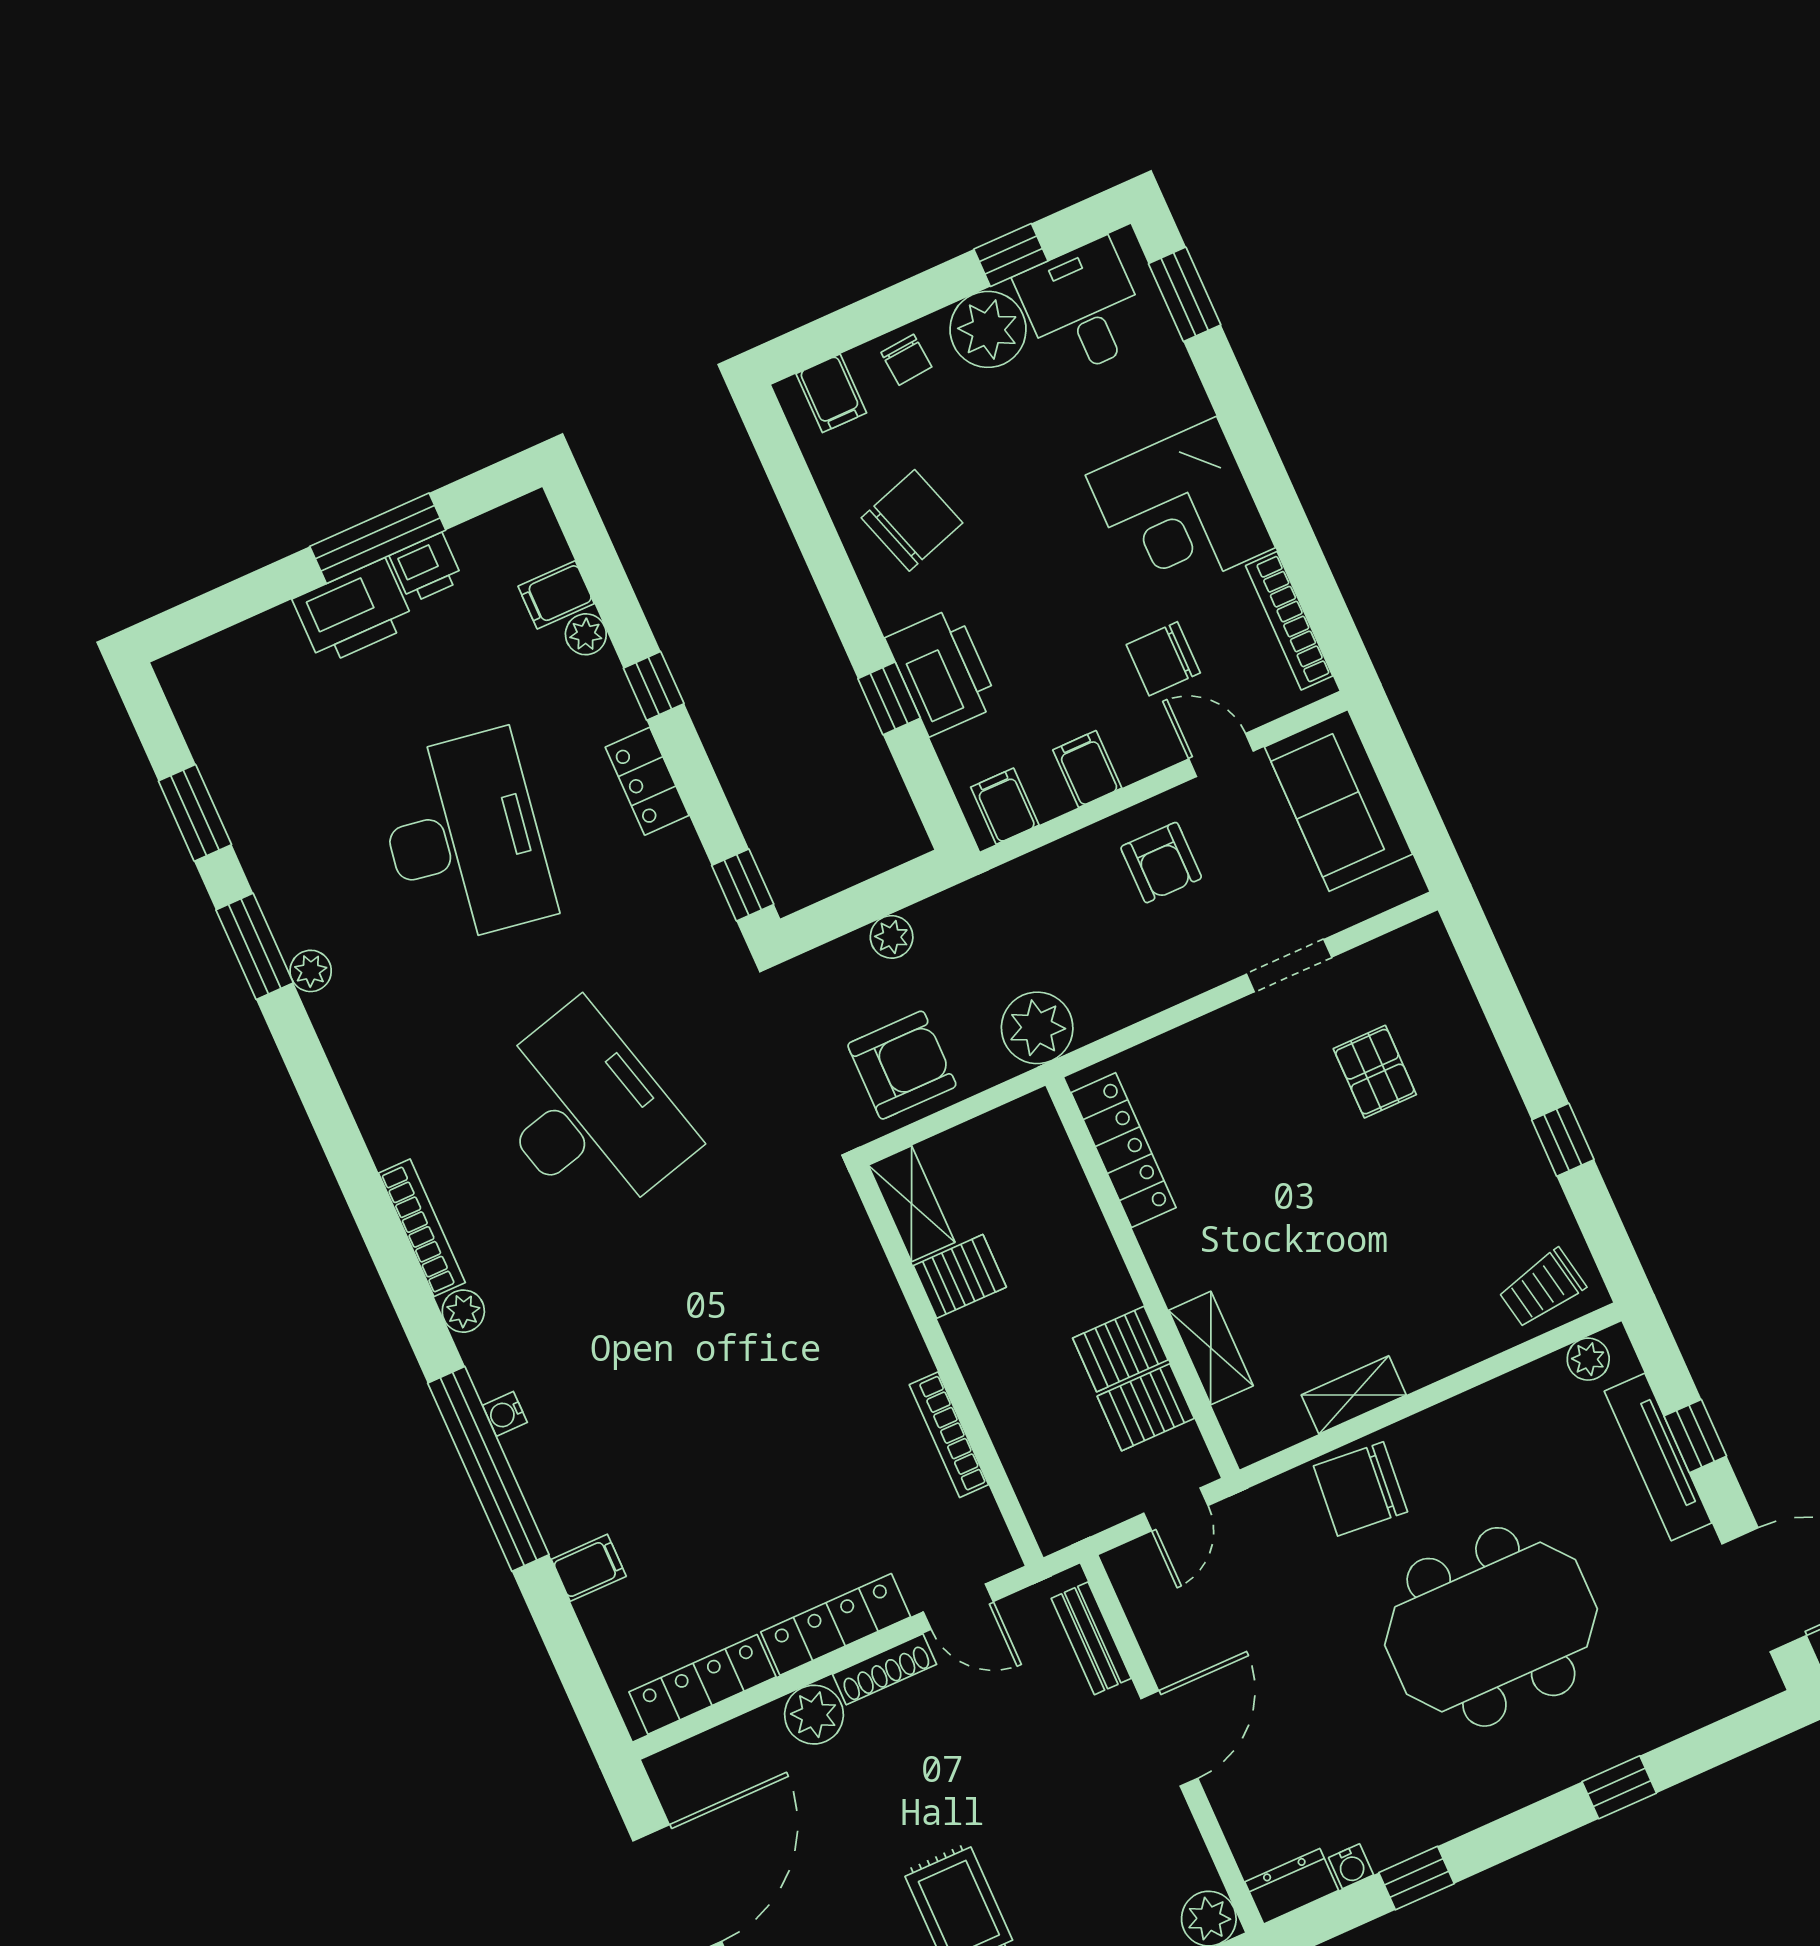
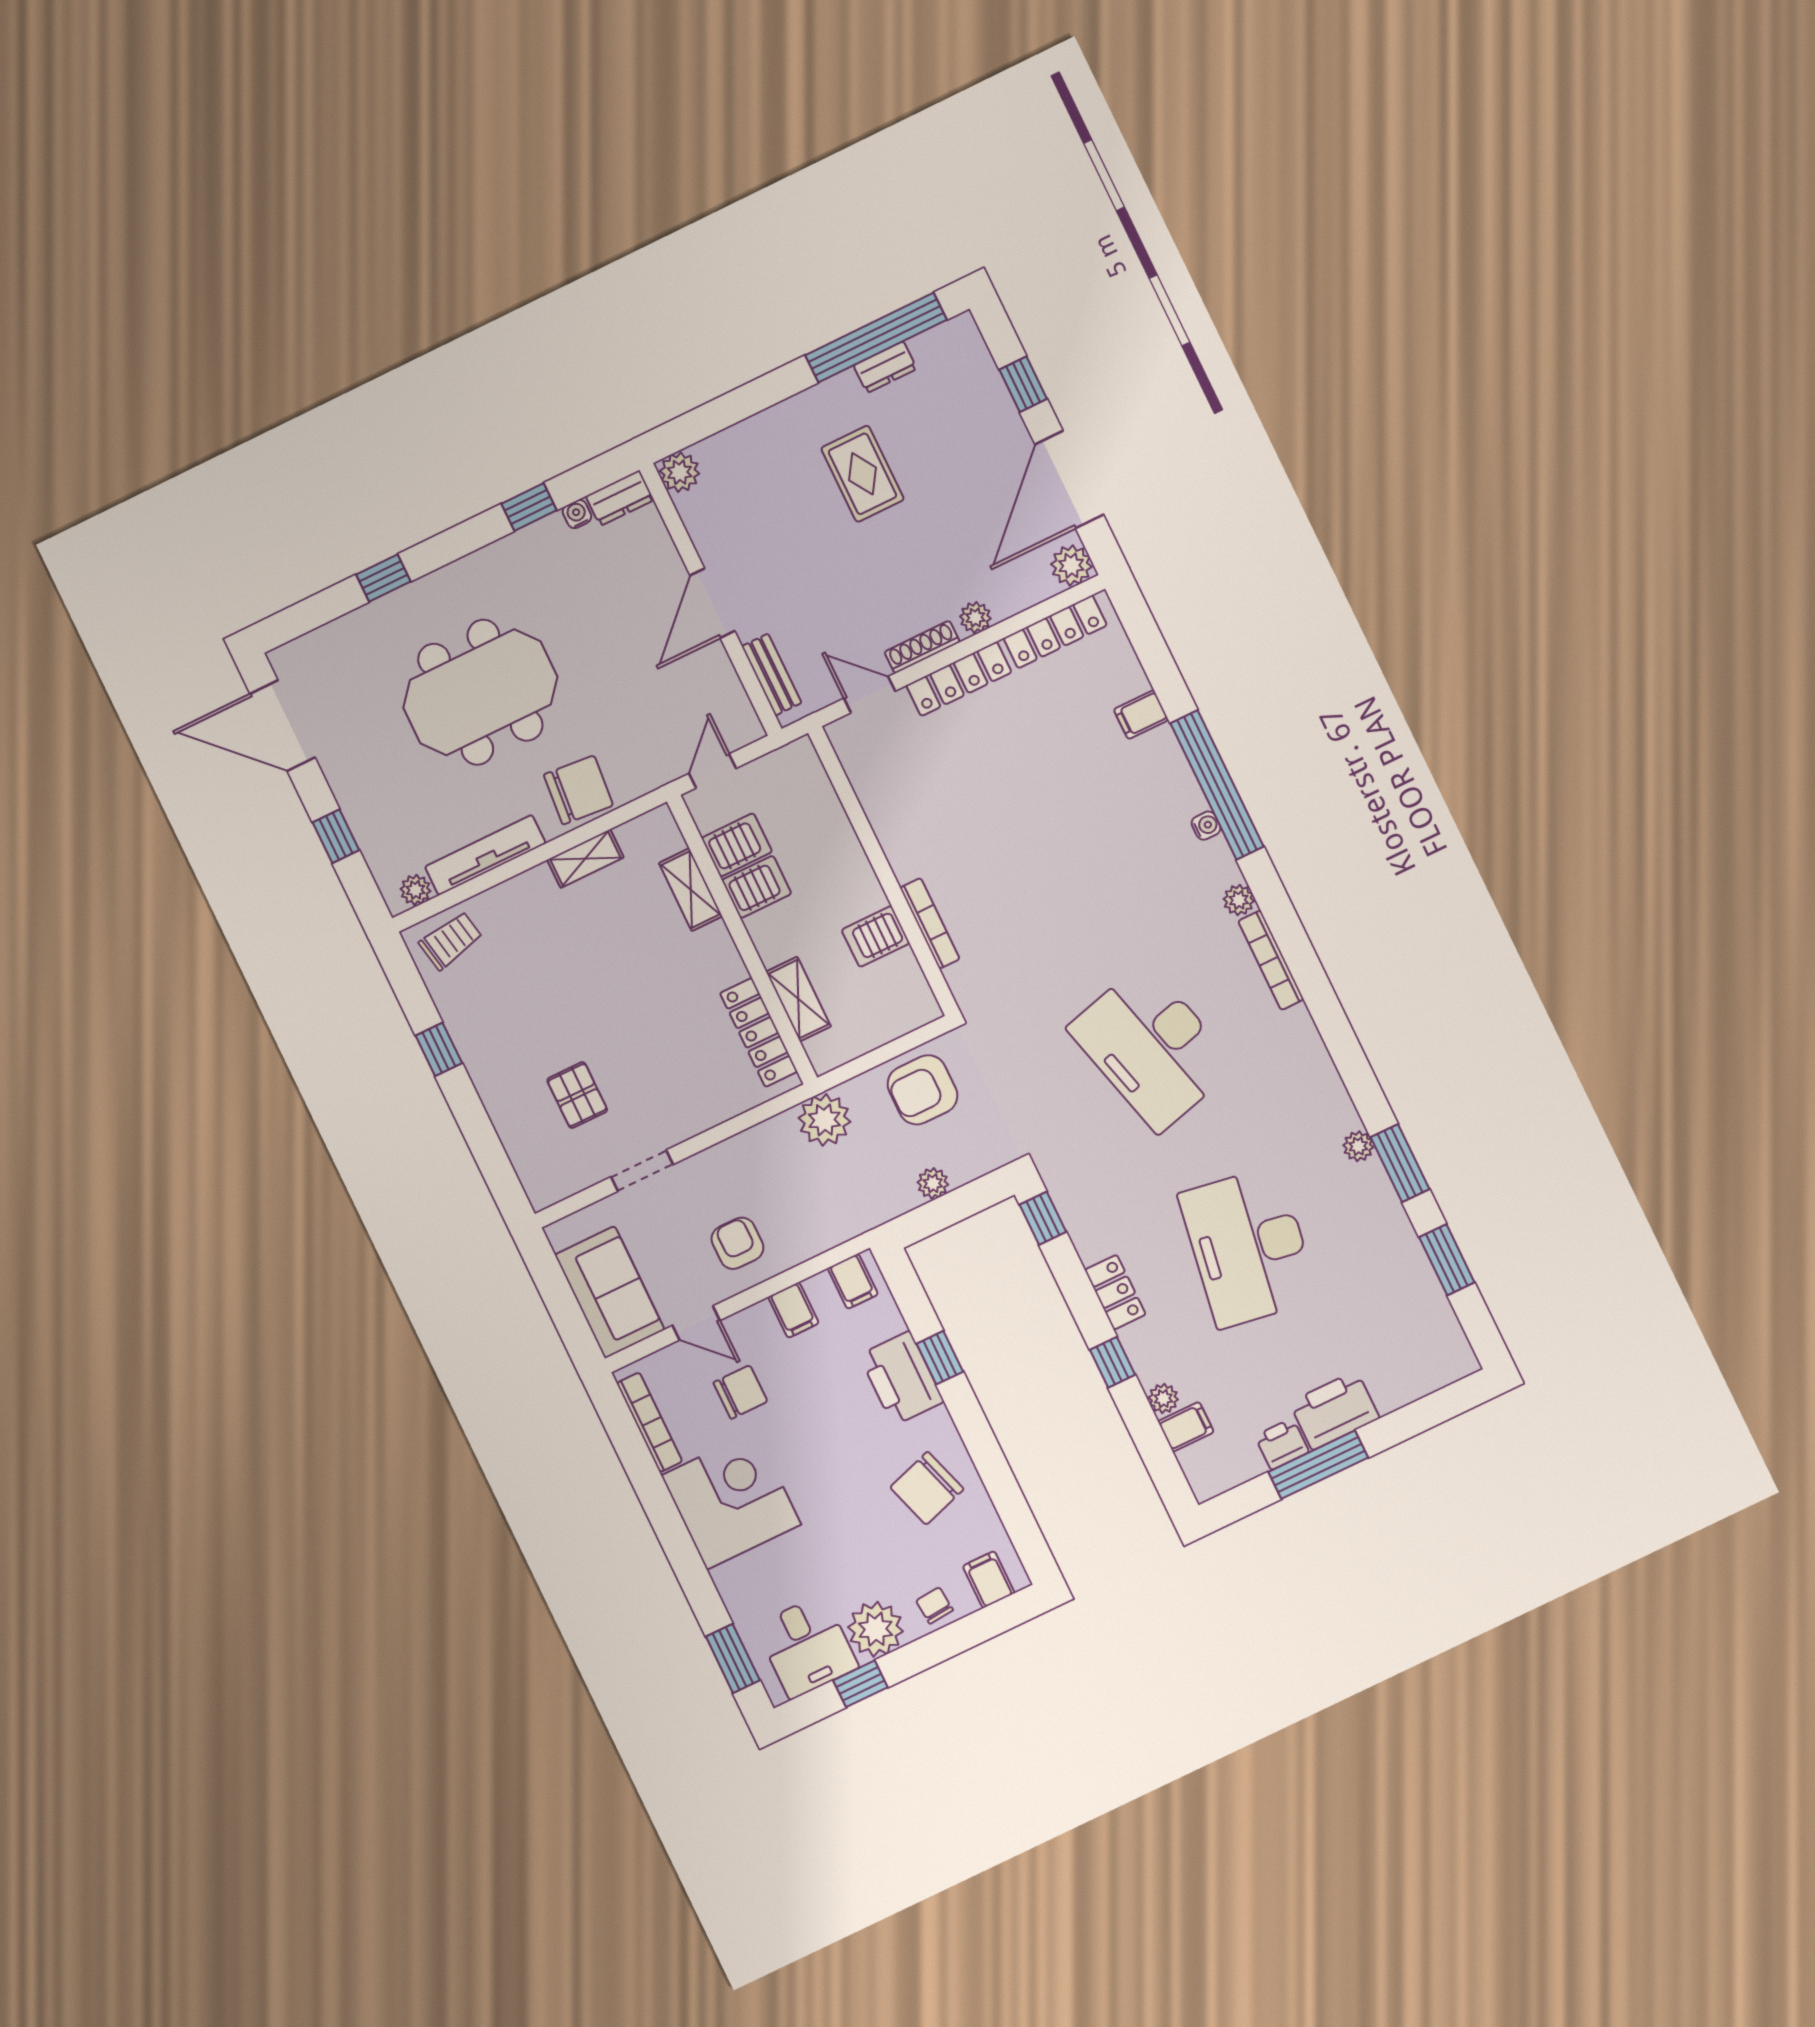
shelving: (912, 1204) -> (798, 999), moved
bookcase: (949, 1435) -> (930, 923), moved
tv unit: (1658, 1457) -> (485, 855), moved, turned -90
plant: (814, 1715) -> (975, 618), width x0.73, depth x0.73
plant: (678, 1774) -> (1071, 565), added

